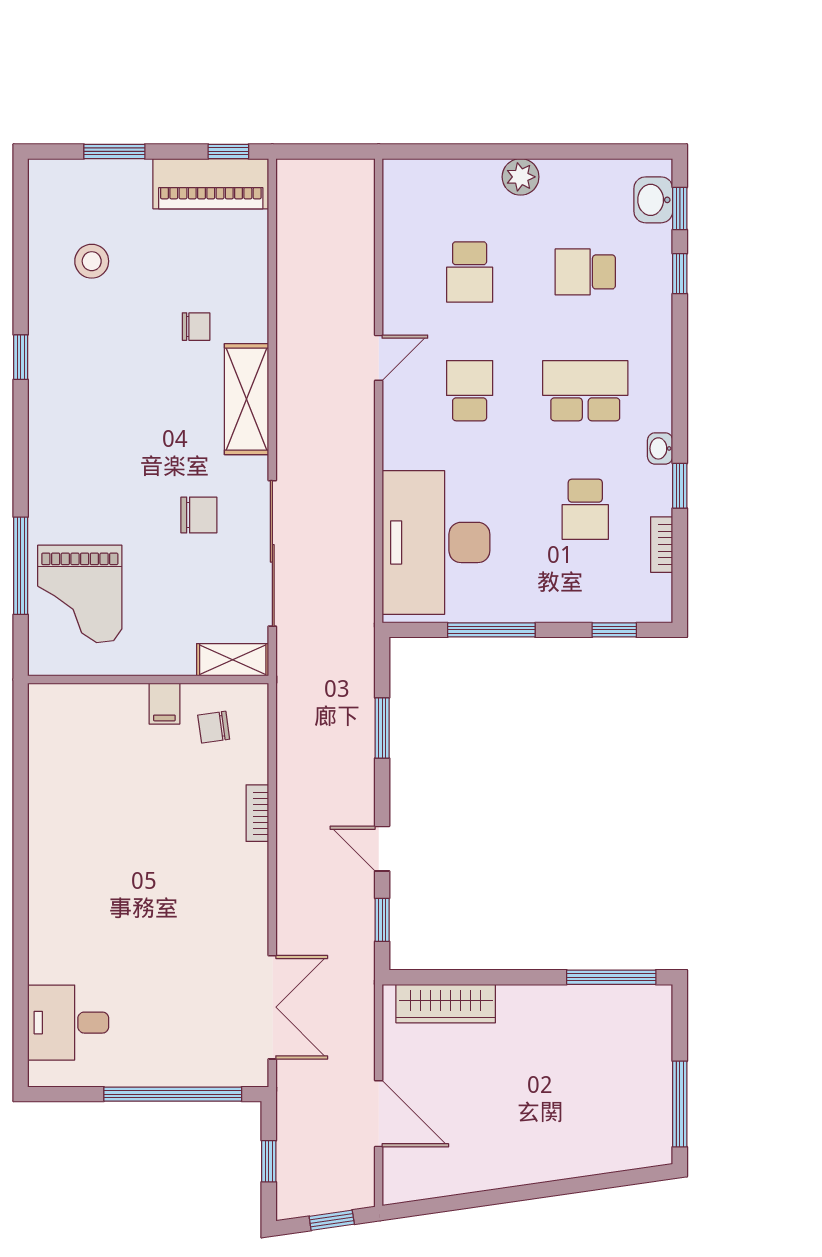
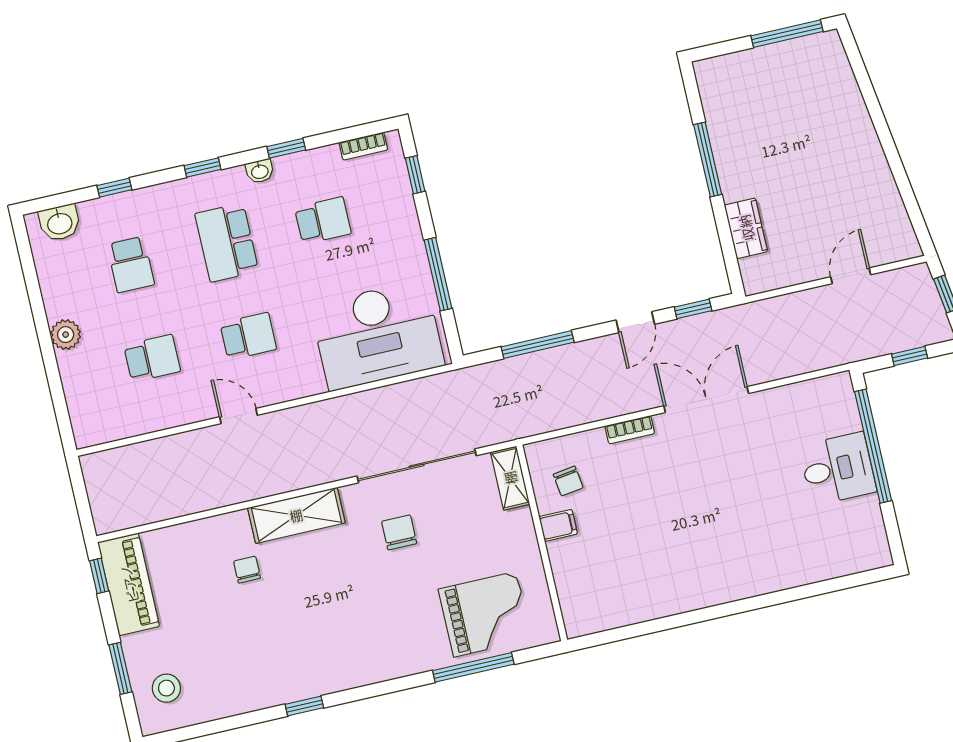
window: (680, 209) -> (202, 167), moved
stool: (92, 261) -> (166, 688), moved
school desk: (470, 391) -> (248, 336), turned 180
bookcase: (662, 545) -> (363, 146), moved
window: (382, 728) -> (538, 344), width x1.44
window: (611, 977) -> (708, 160), moved
wardrobe: (446, 1004) -> (746, 228), width x0.67
double door: (272, 1007) -> (706, 400), moved
desk: (68, 1023) -> (838, 469), moved, turned -90
door: (379, 1114) -> (851, 276), width x0.73

